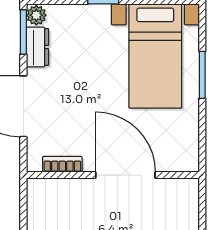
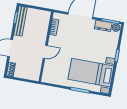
door: (125, 175) -> (45, 52), width x0.53

